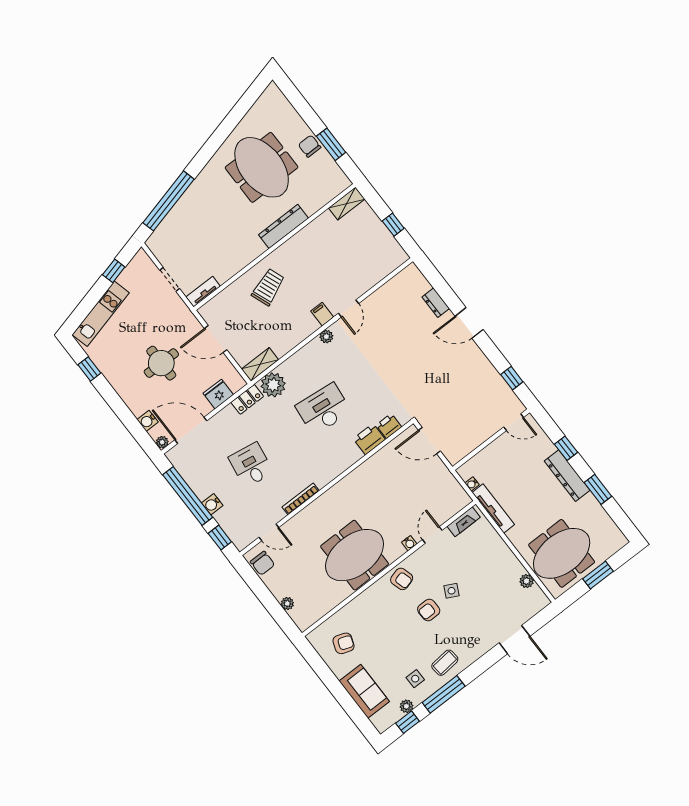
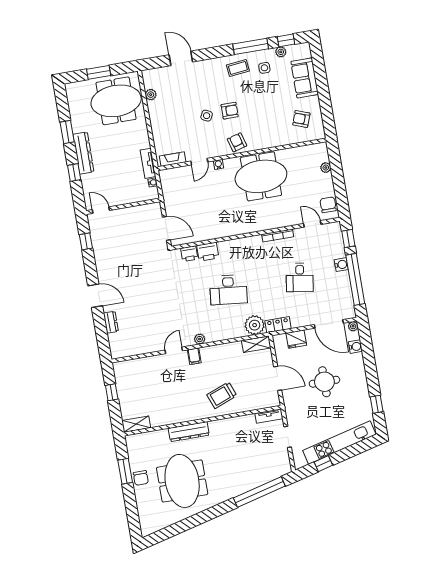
kitchen unit: (101, 314) -> (339, 443), width x1.36
tv unit: (493, 508) -> (148, 163), width x0.71

